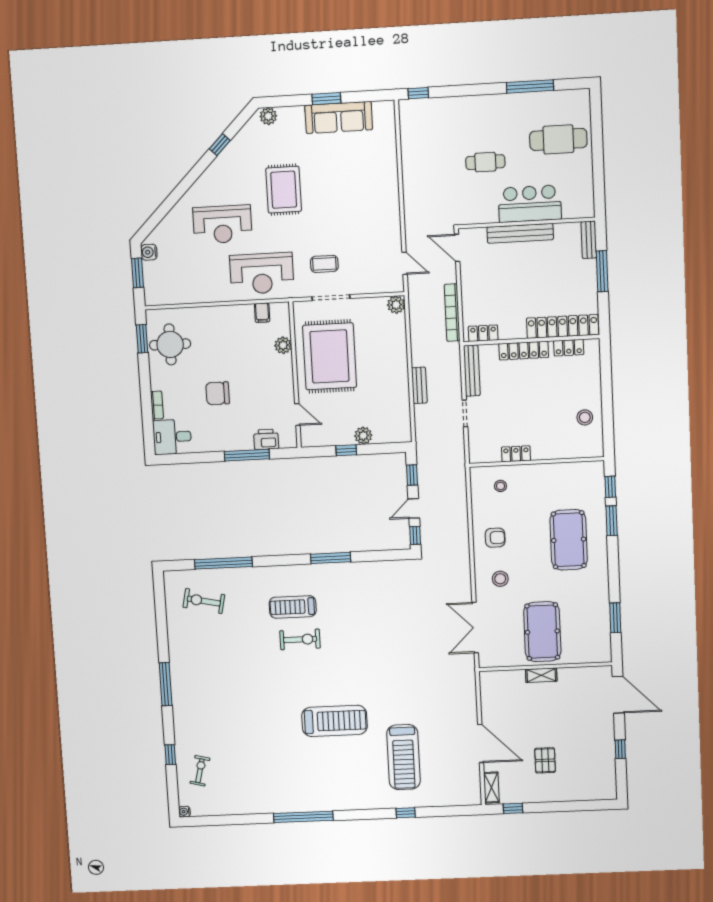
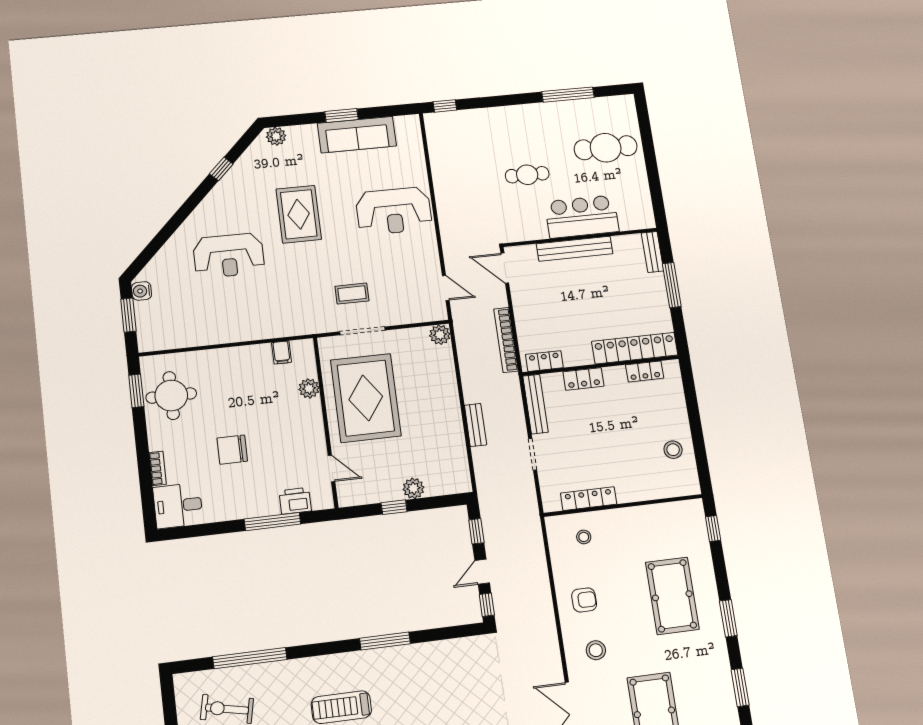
reception desk: (262, 273) -> (394, 211), moved
locker: (524, 351) -> (583, 379), width x0.66
locker: (516, 454) -> (589, 499), width x1.53
window: (612, 521) -> (728, 618), moved

